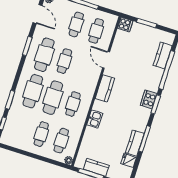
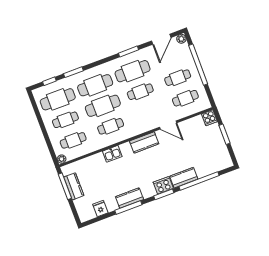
kitchen counter: (163, 56) -> (184, 178), moved
door: (106, 60) -> (168, 125), swing flipped
cafe table: (21, 128) -> (58, 99), added
kitchen counter: (135, 143) -> (130, 198), moved

